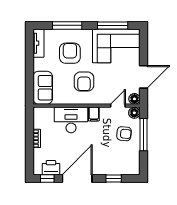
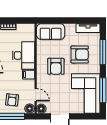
armchair: (84, 82) -> (56, 66), turned -90

